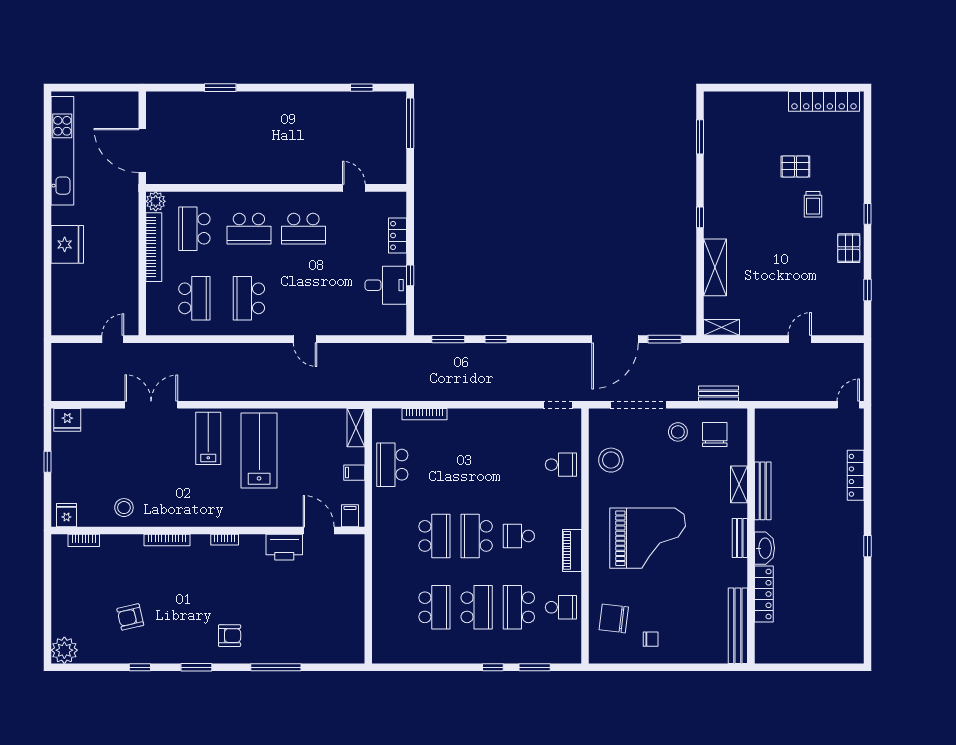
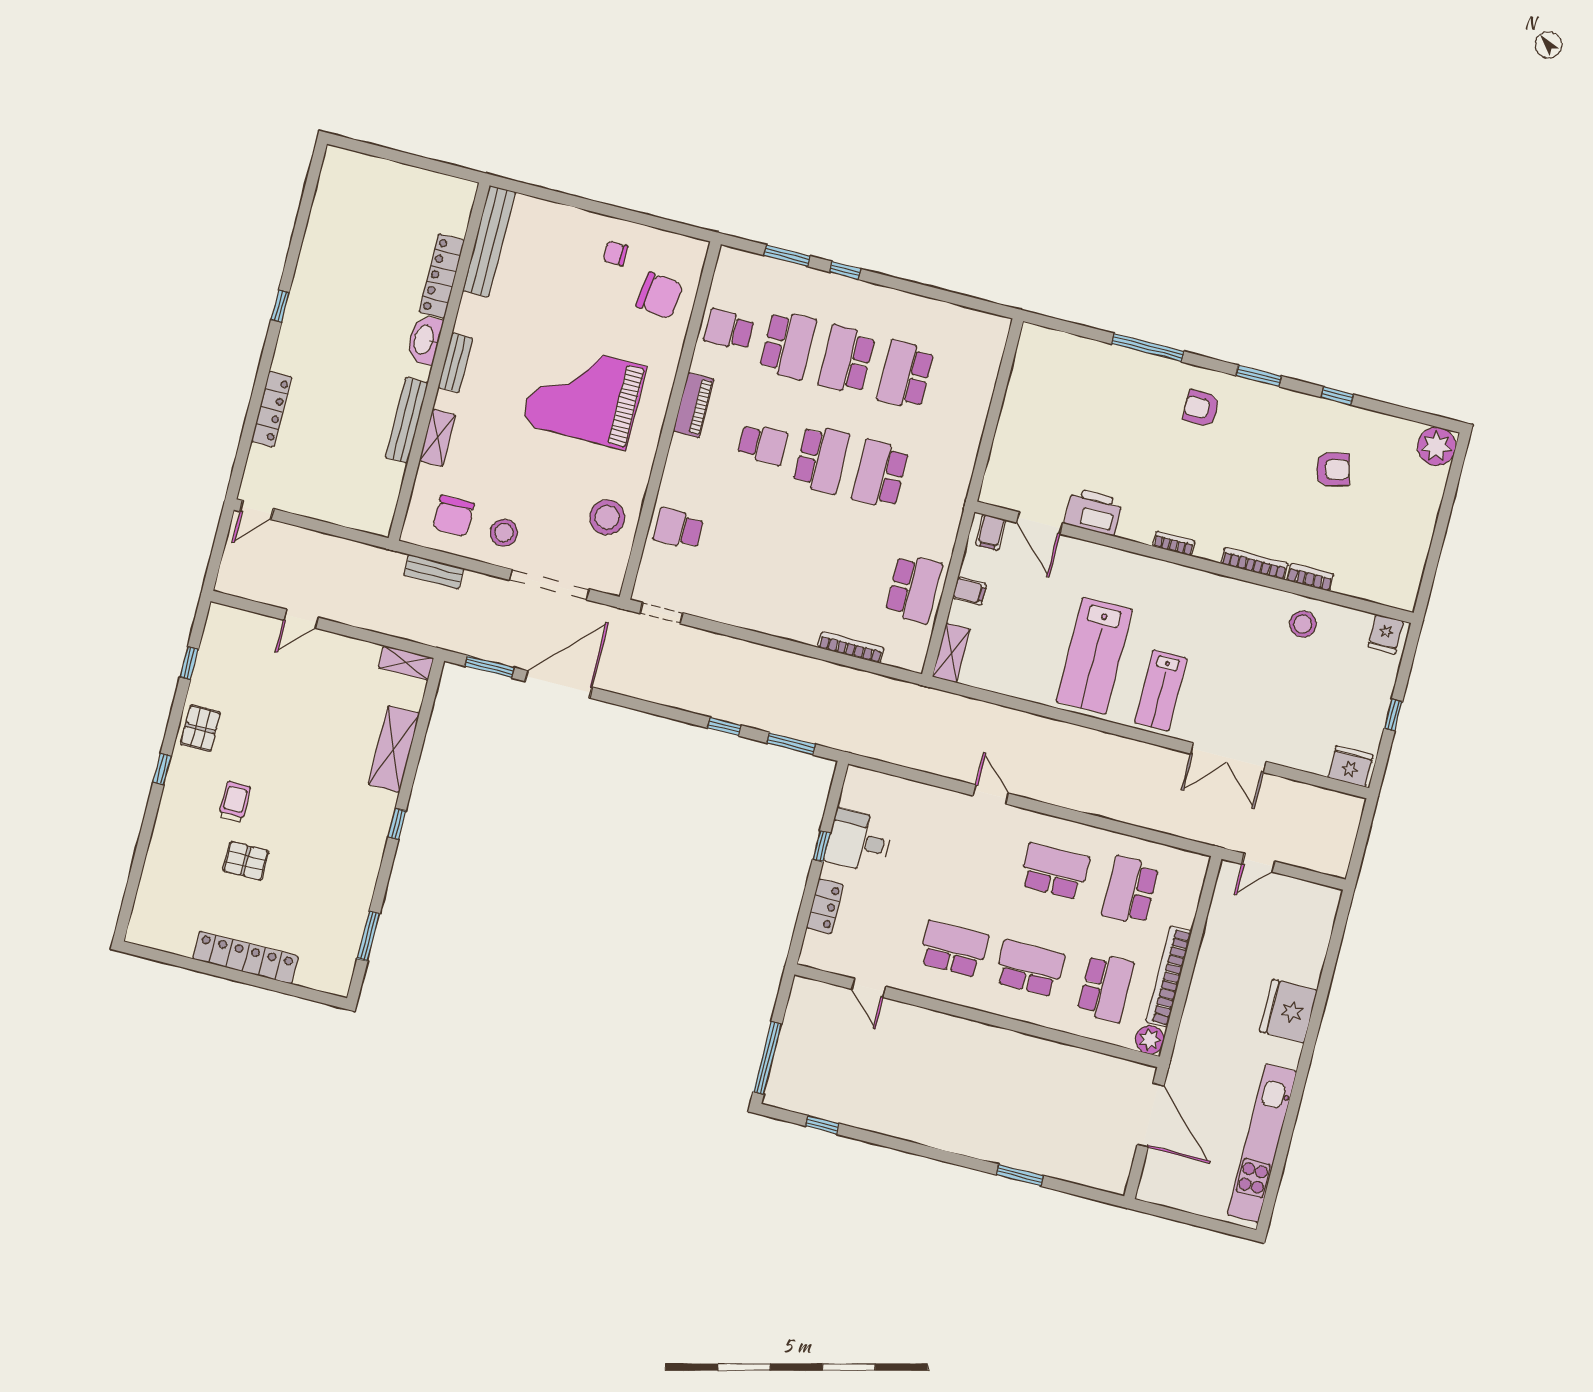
locker: (824, 101) -> (246, 958), moved
school desk: (249, 298) -> (1054, 871), turned -90
bookcase: (84, 540) -> (1310, 577), moved

